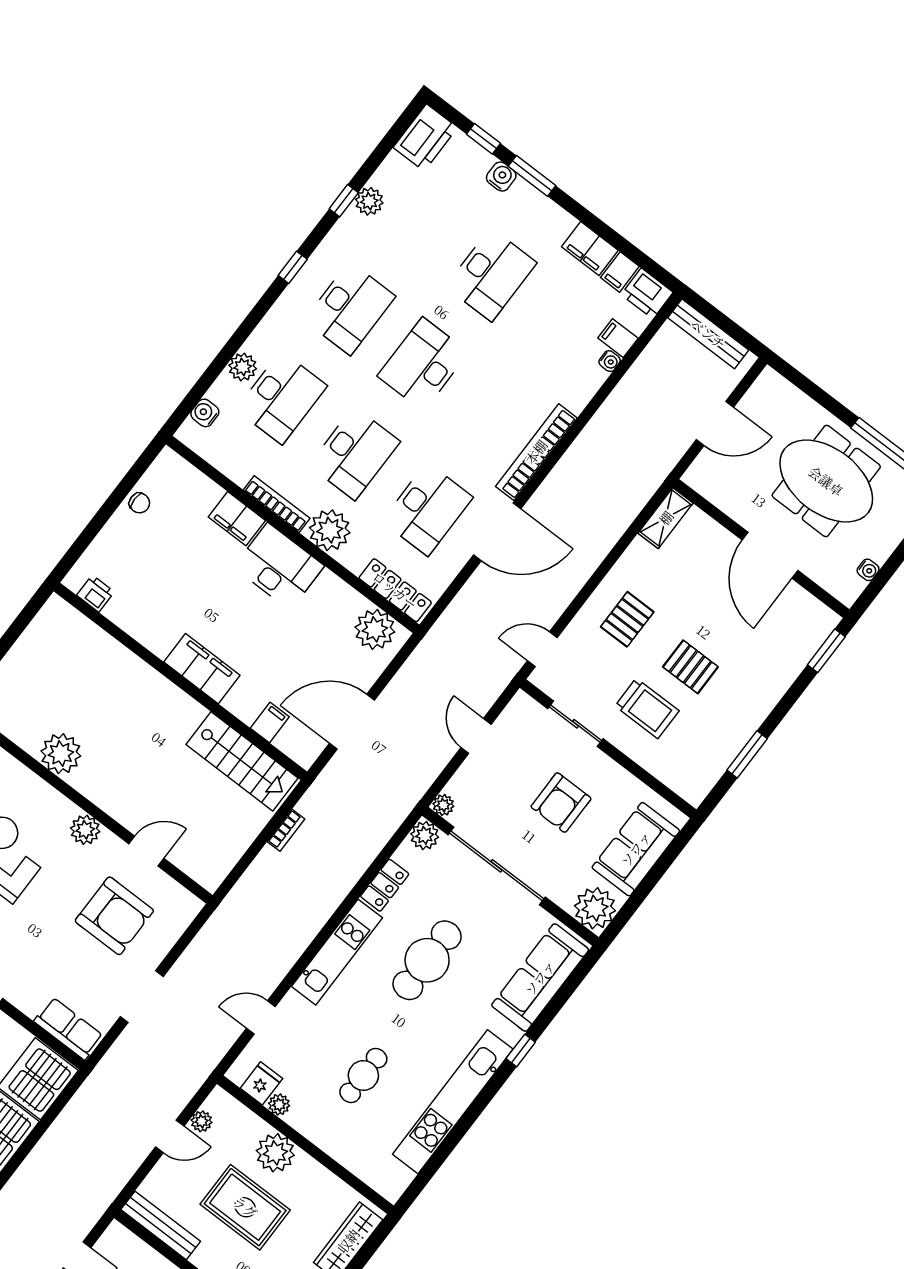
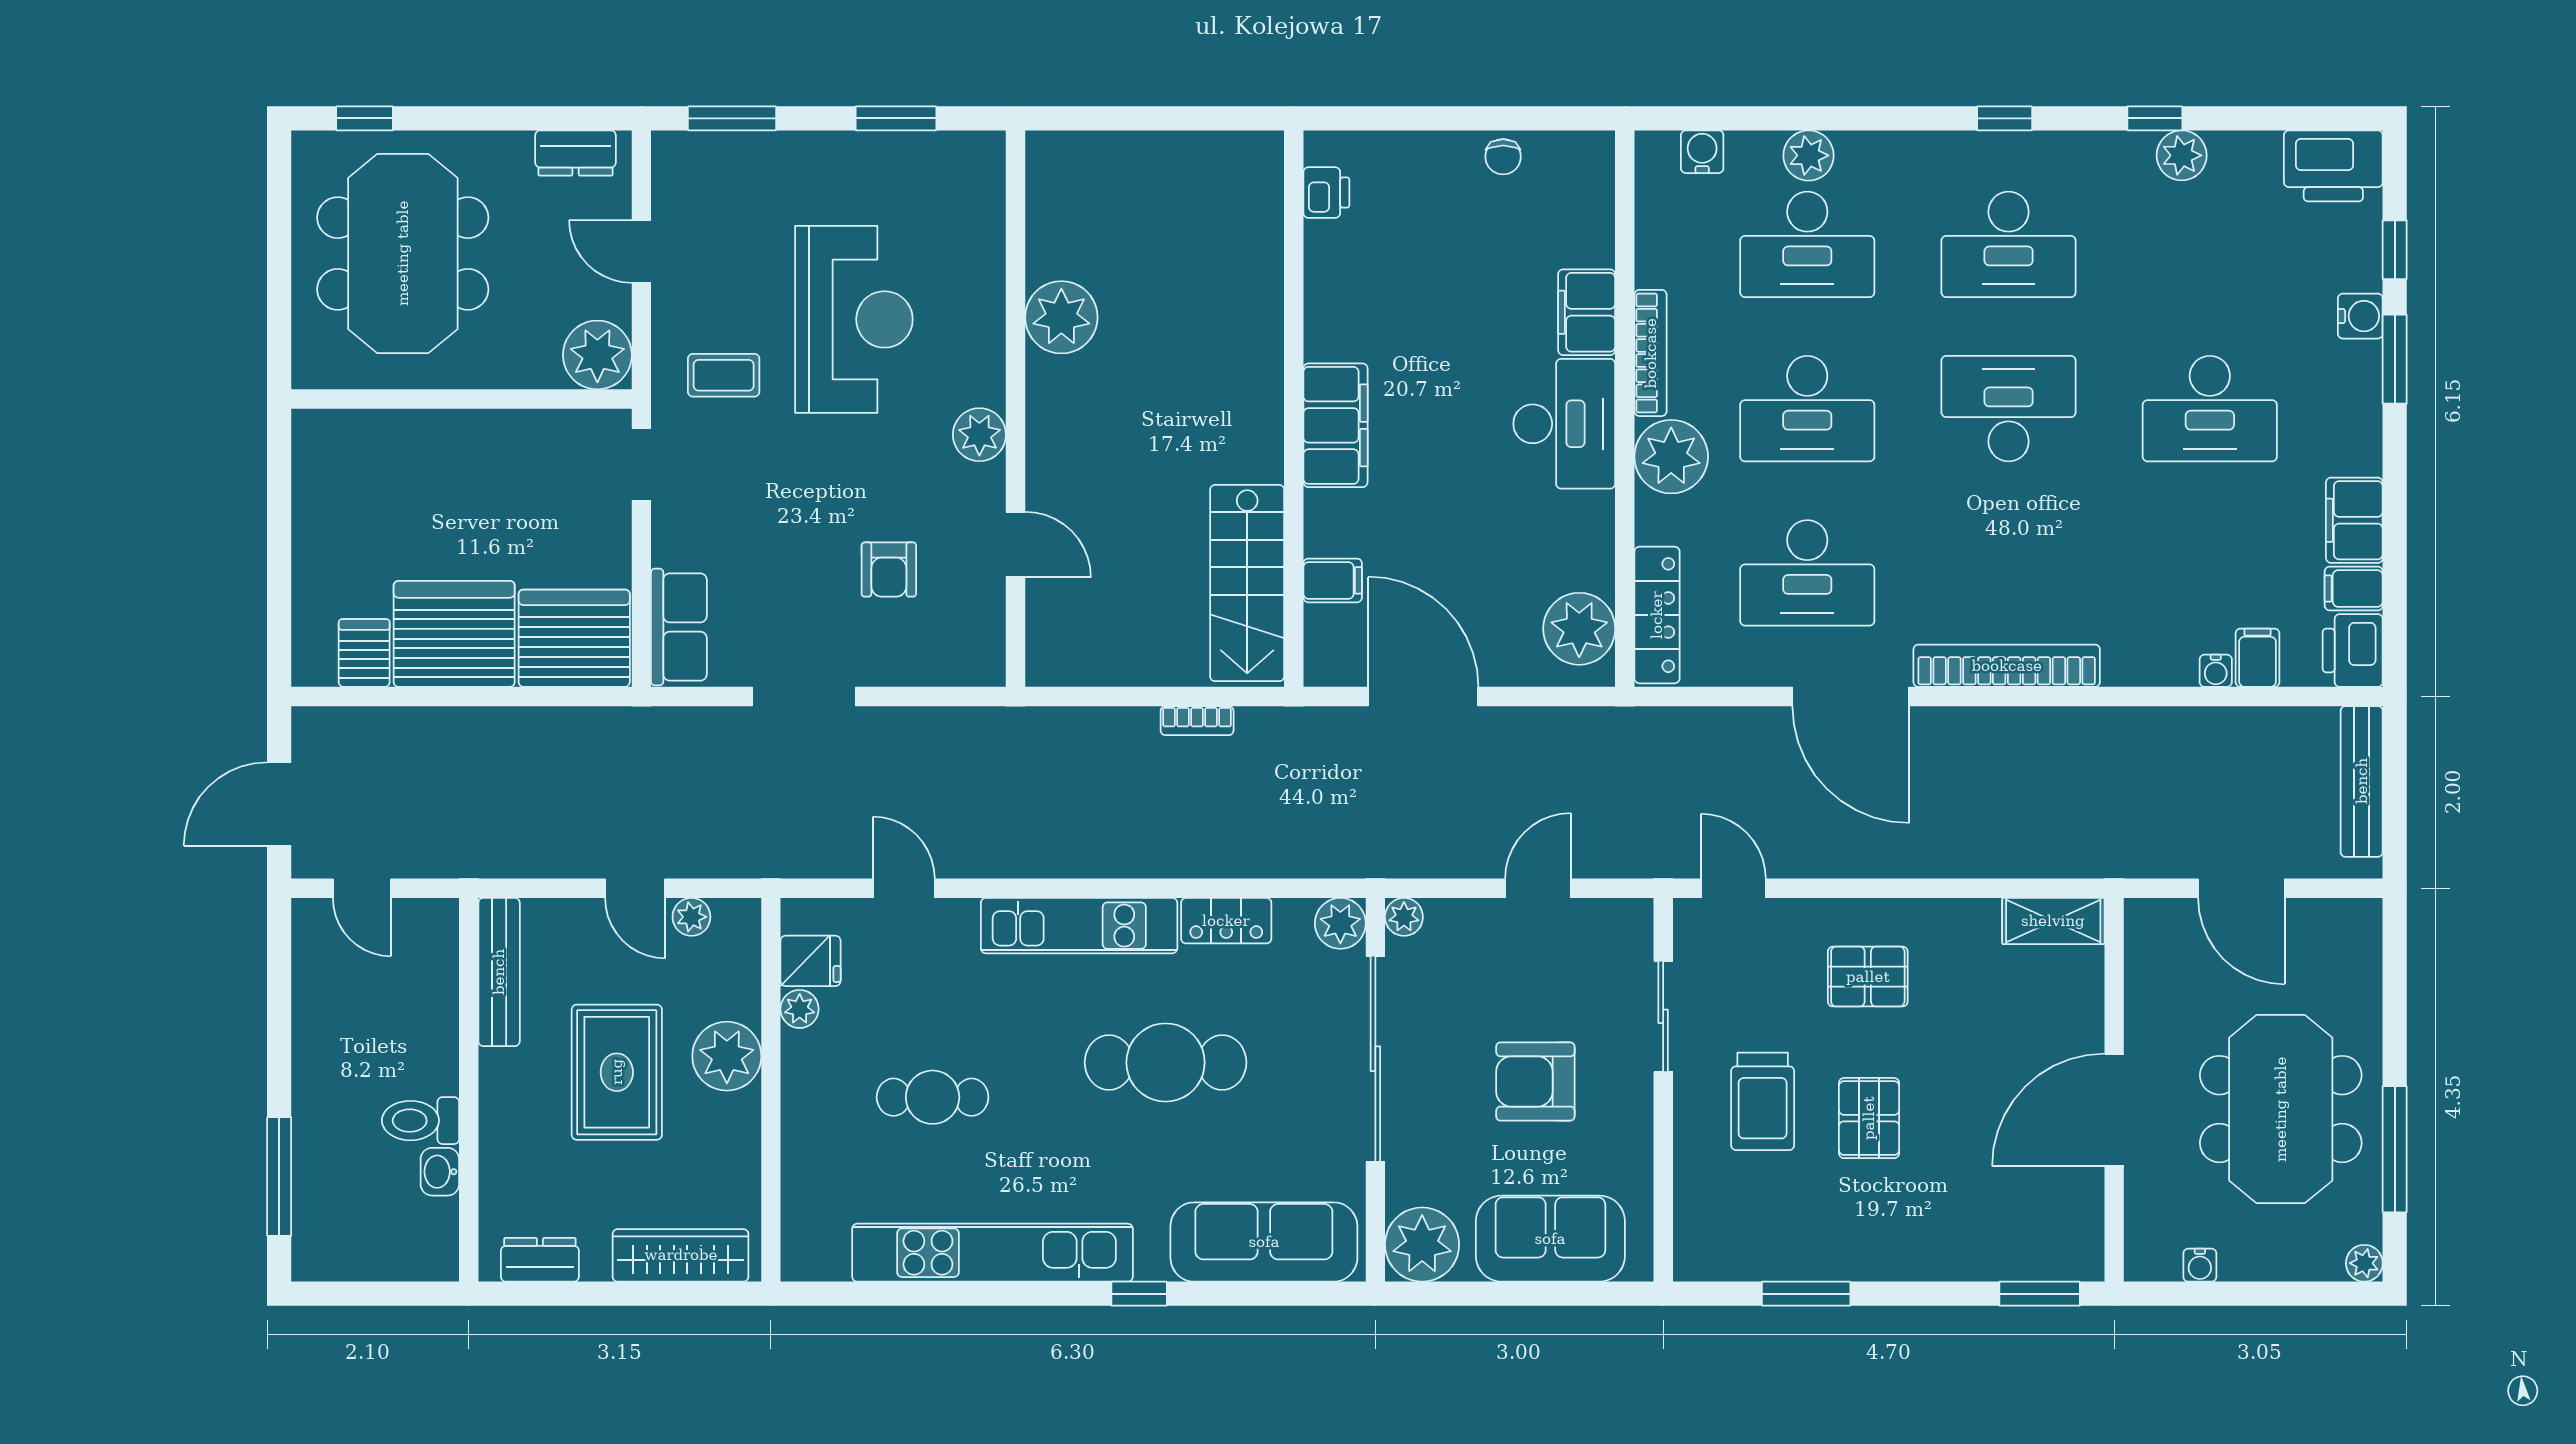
armchair: (114, 916) -> (889, 570), width x0.53, depth x0.53

